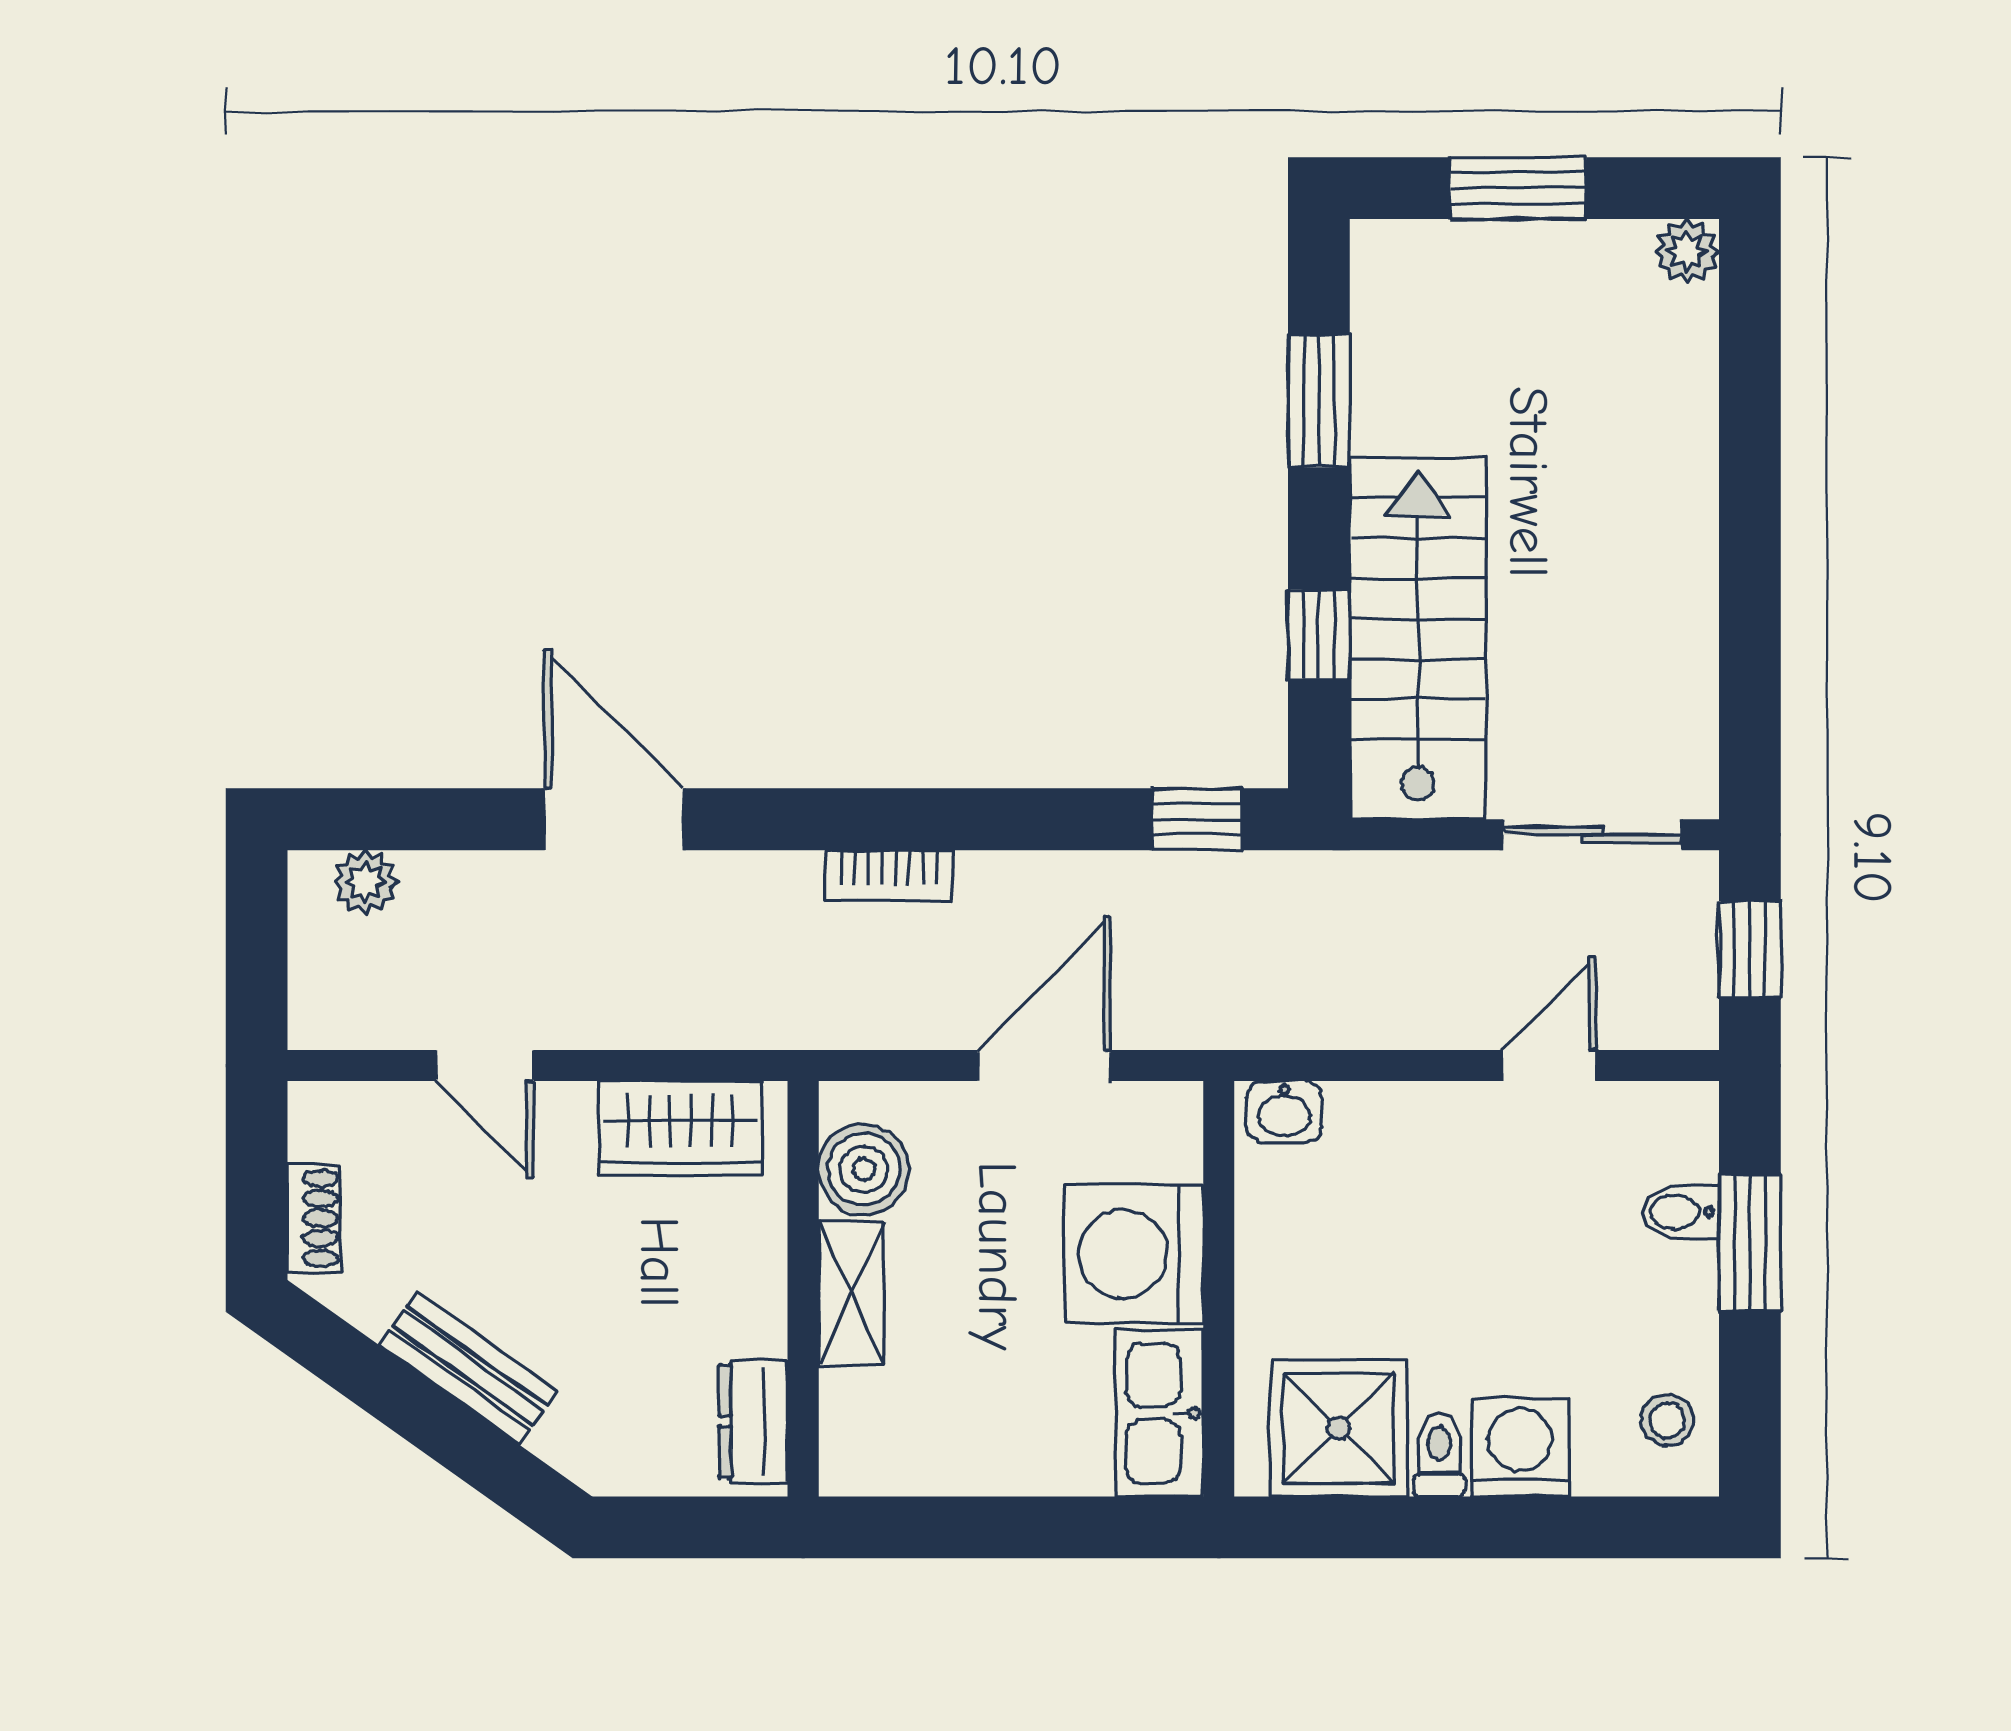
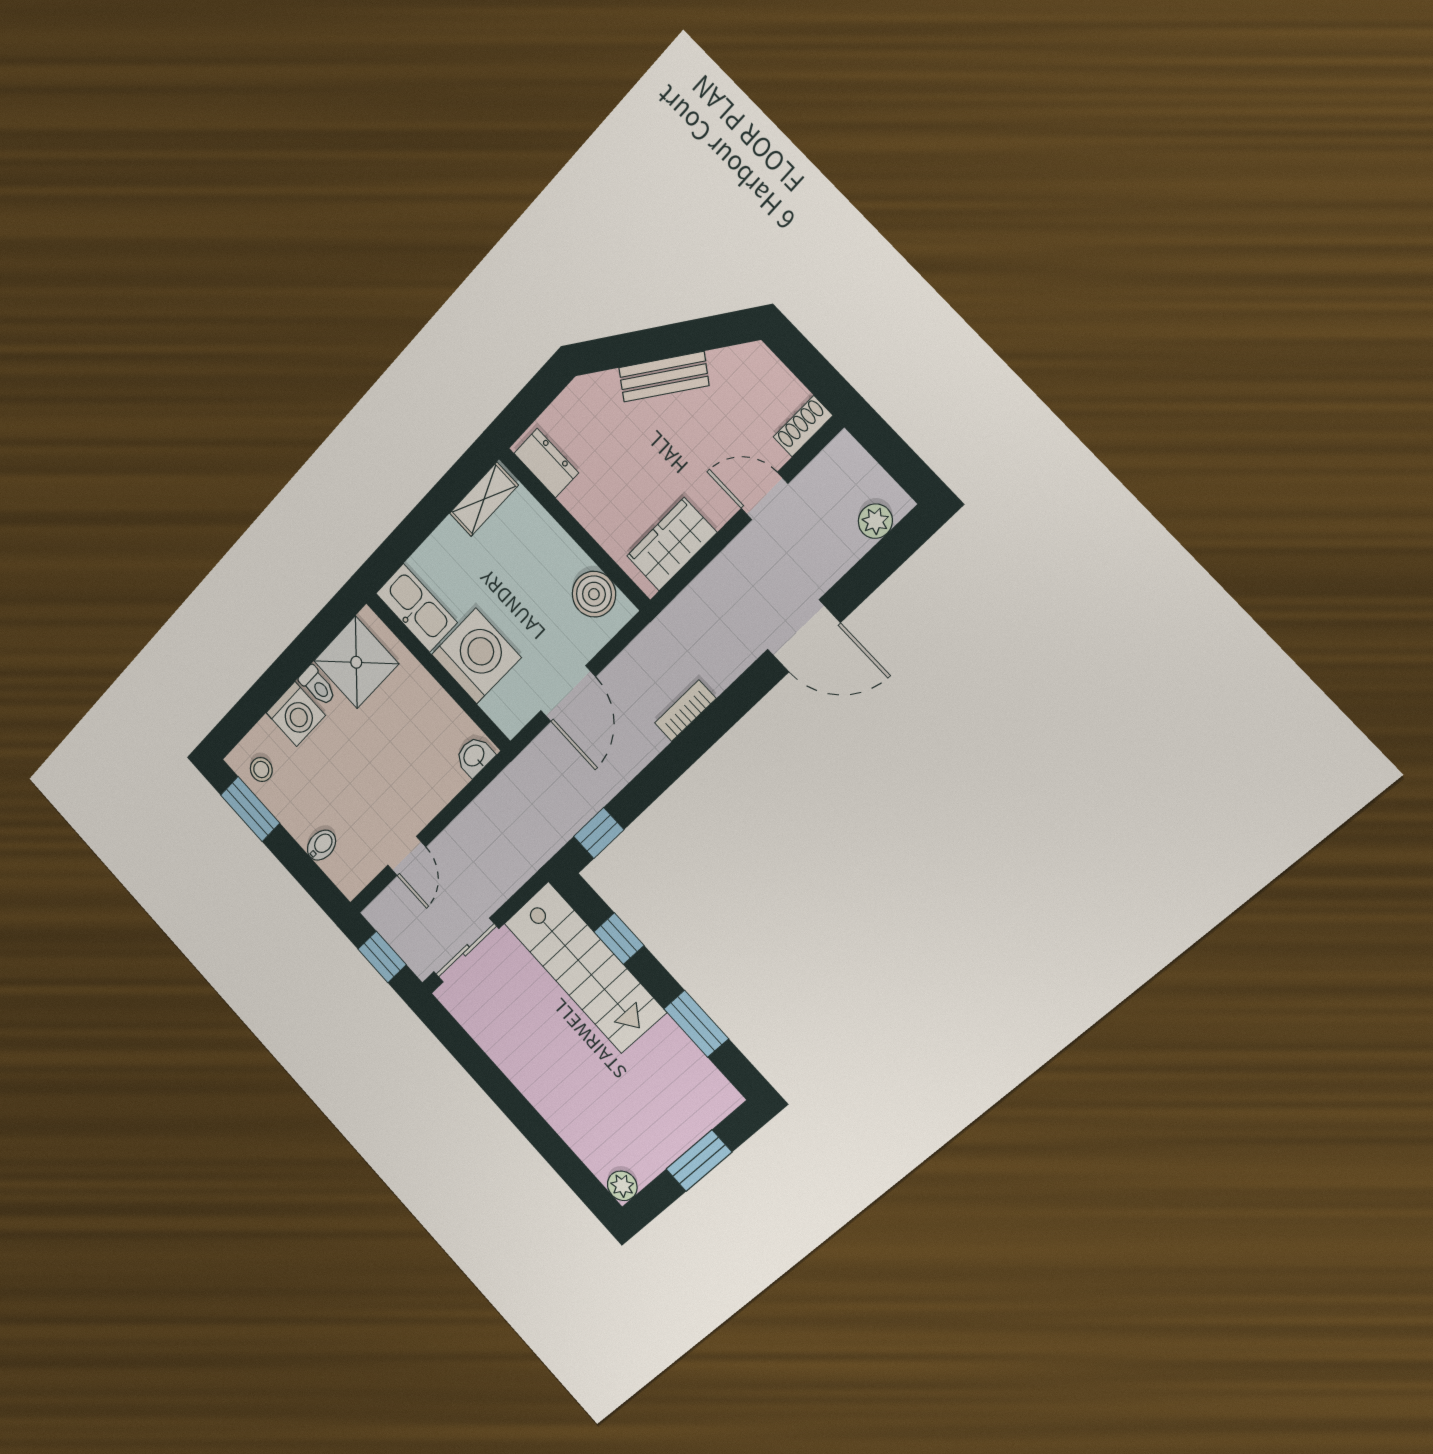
shoe rack: (314, 1218) -> (803, 426), moved, turned 90
window: (1750, 1243) -> (250, 809), moved
shelving: (851, 1293) -> (484, 499), moved, turned 90

